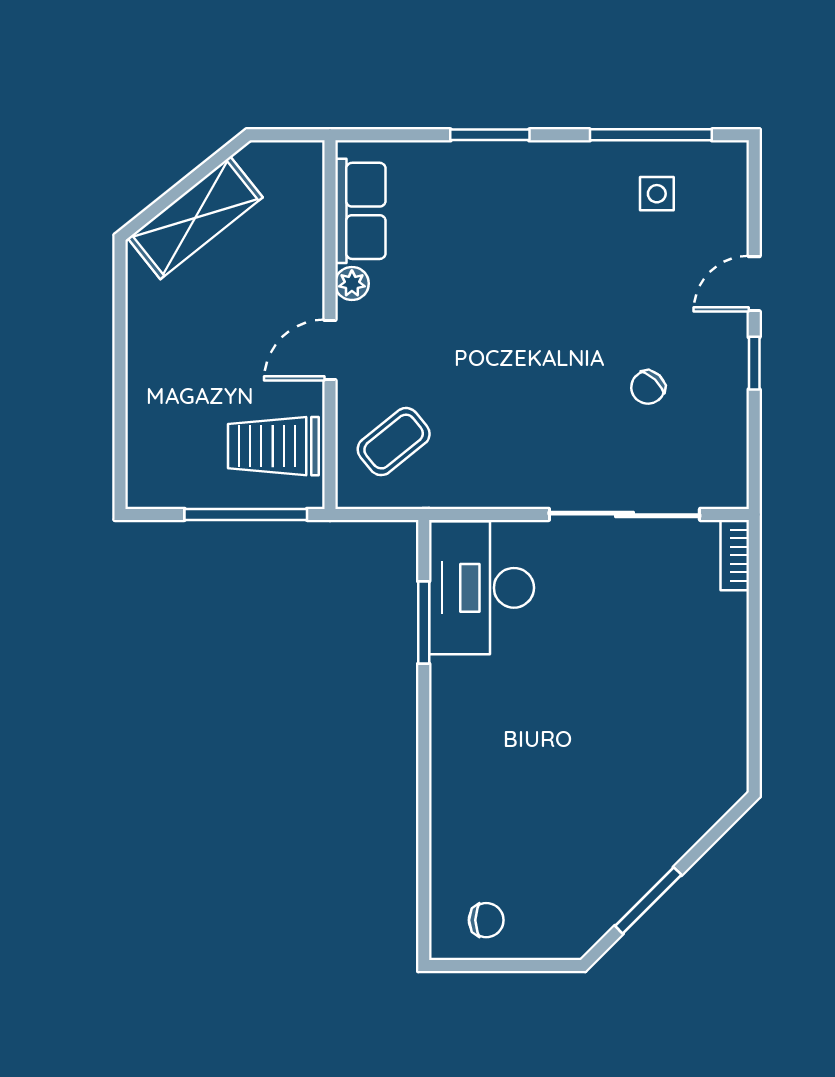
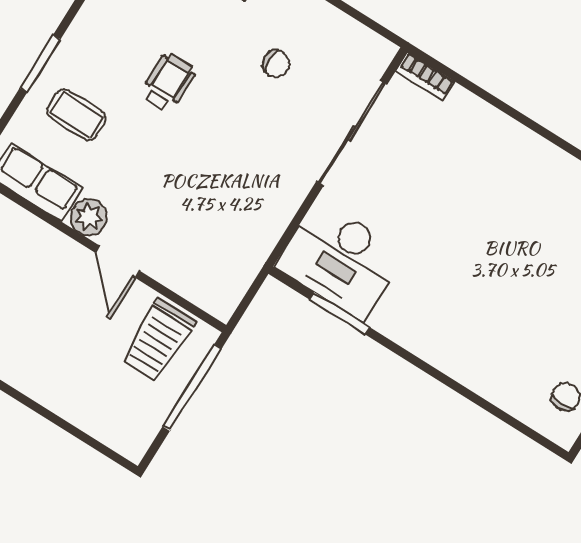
plant: (352, 283) -> (89, 217), width x1.38, depth x1.38
wheelchair: (556, 284) -> (168, 82), added
chair: (648, 387) -> (276, 64), turned -43
coffee table: (394, 442) -> (77, 115), moved, turned -51

